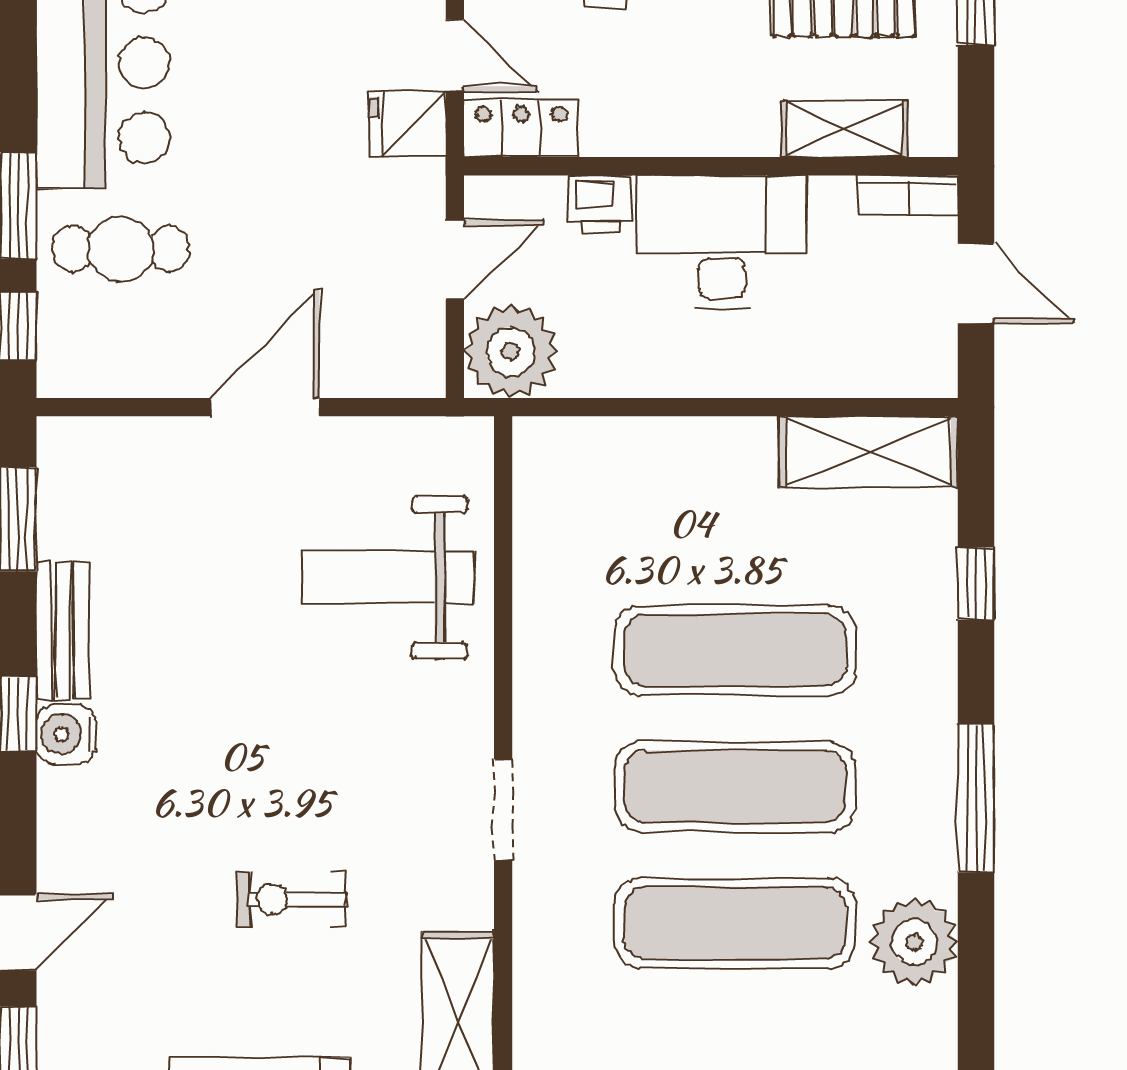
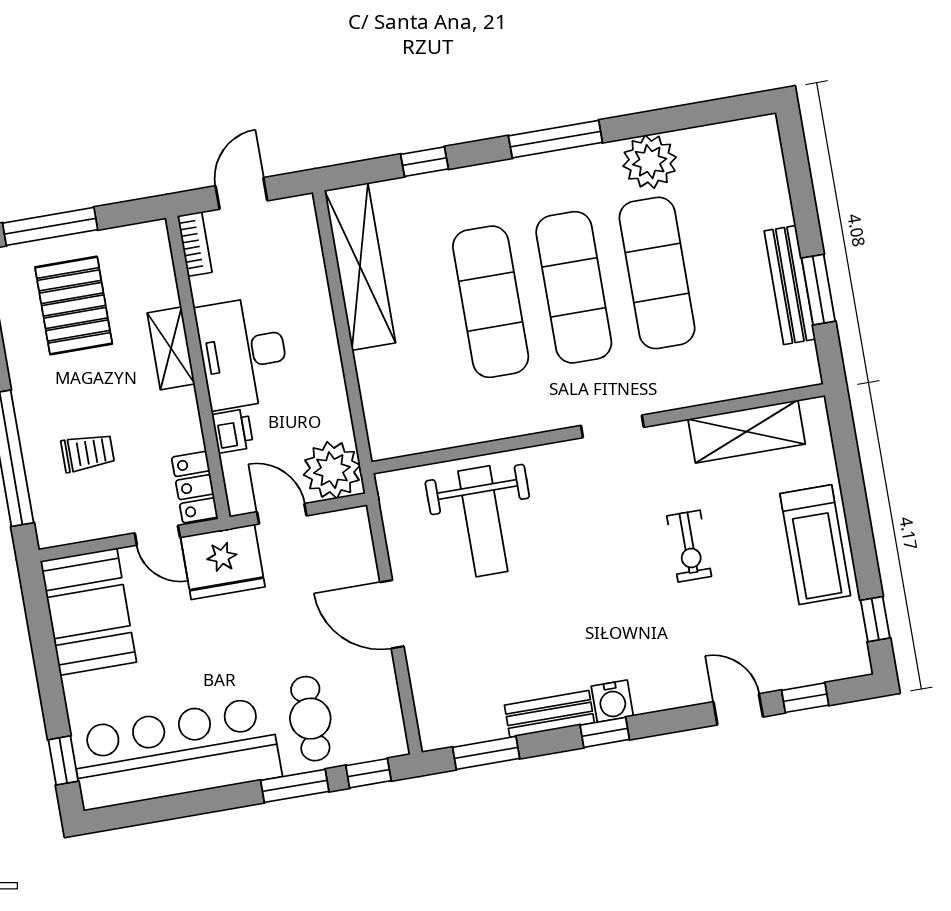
door: (455, 56) -> (157, 535), swing flipped
fridge: (408, 124) -> (223, 562), width x1.88, depth x1.34
shelving: (844, 129) -> (171, 348), moved
shelving: (869, 452) -> (360, 267), width x1.47

